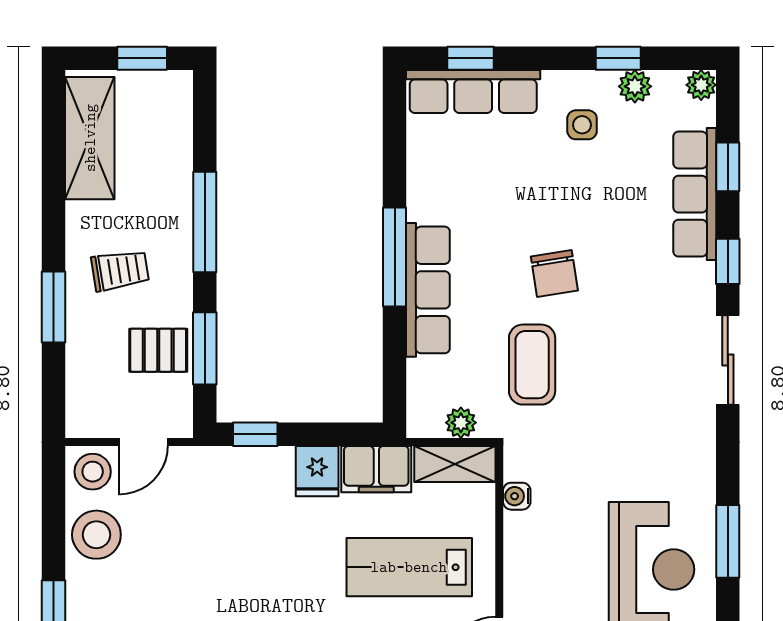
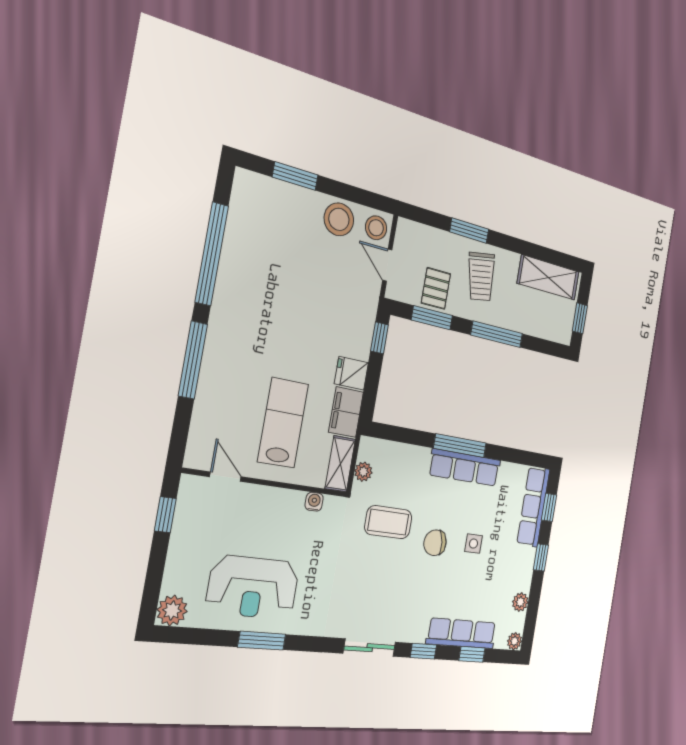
window: (618, 58) -> (541, 557), moved
side table: (582, 125) -> (473, 544), moved
trolley: (120, 270) -> (481, 277), width x1.36, depth x1.39
row of seats: (428, 290) -> (465, 467), moved

